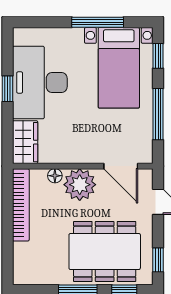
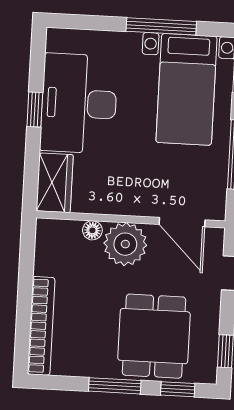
bookcase: (21, 205) -> (41, 326), moved
dining table: (105, 251) -> (154, 336), width x0.73

